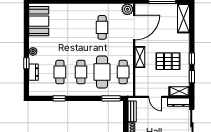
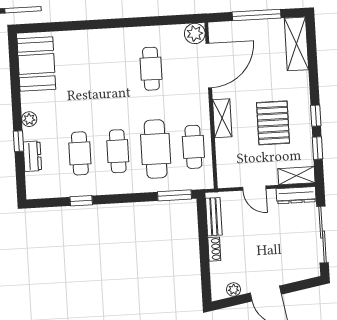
pallet: (168, 61) -> (273, 123), turned 90

